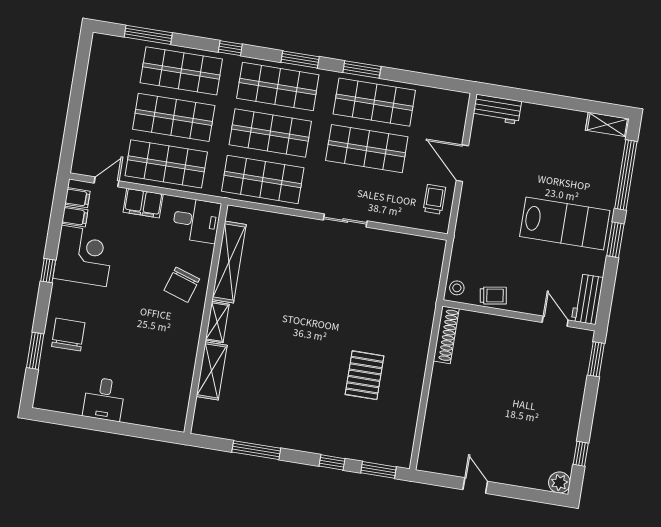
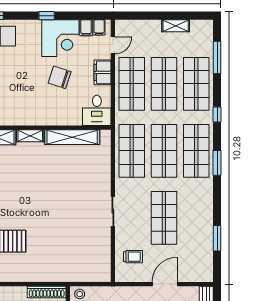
window: (362, 69) -> (217, 238), moved
shelving: (93, 87) -> (176, 26), added
shop shelf: (374, 102) -> (196, 218), removed
door: (106, 182) -> (113, 45), hinge flipped
trolley: (434, 199) -> (133, 257), moved
chair: (182, 285) -> (60, 77), moved

